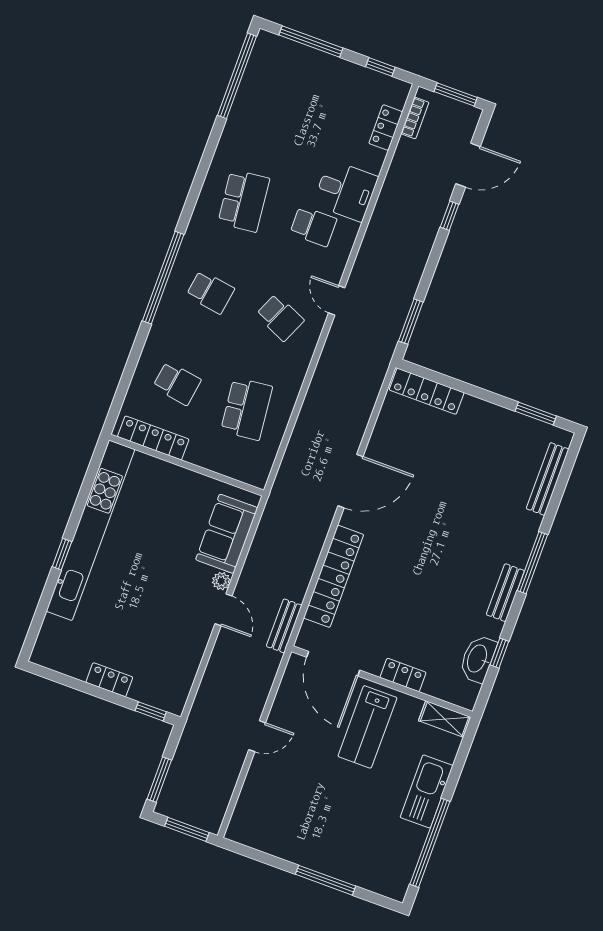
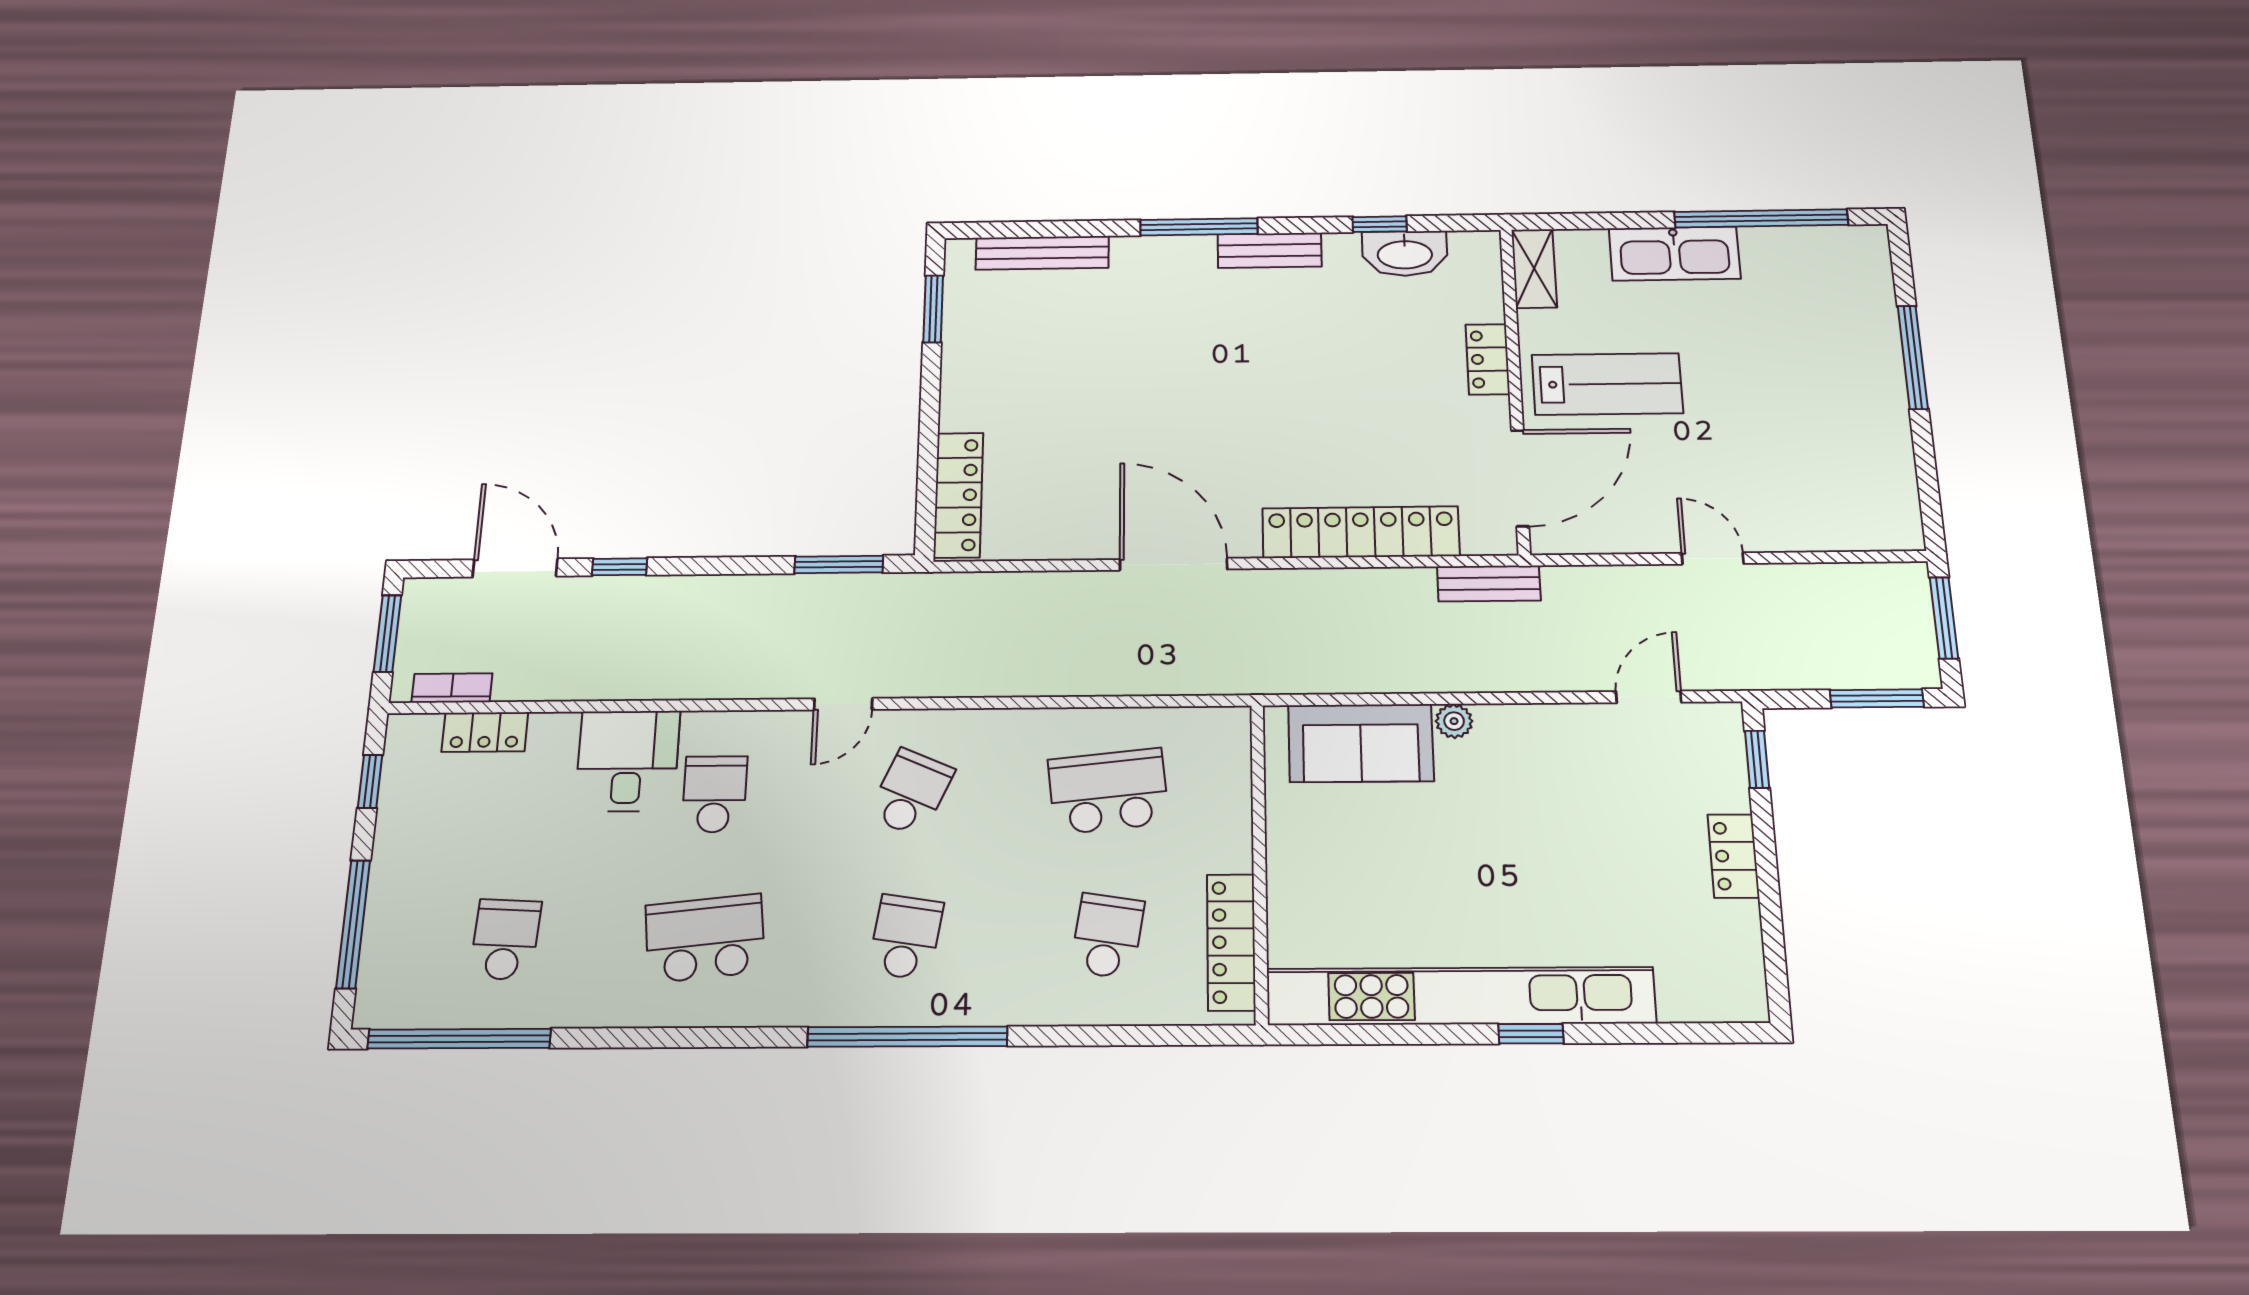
school desk: (277, 109) -> (505, 939), added
door: (223, 610) -> (1649, 697), moved

